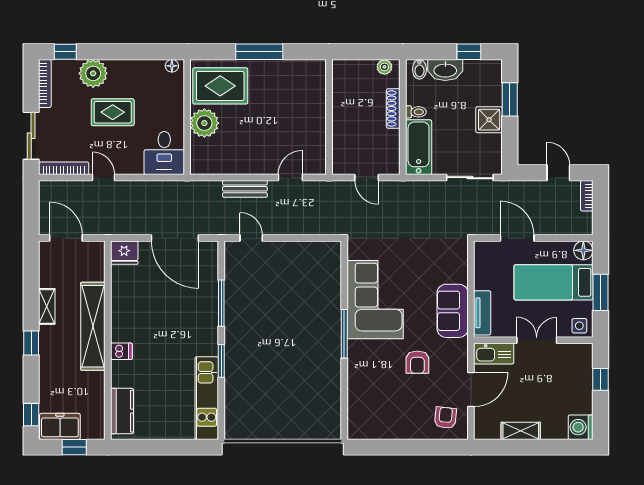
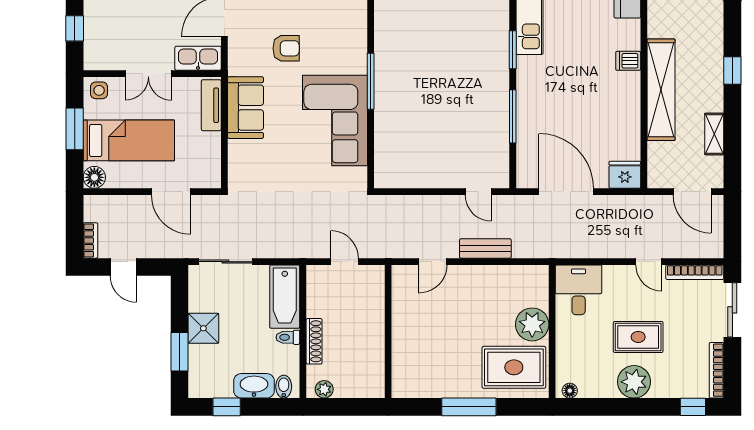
plant: (93, 73) -> (634, 382), moved
shelving: (47, 306) -> (714, 134), moved
armchair: (417, 362) -> (286, 48), turned 90

